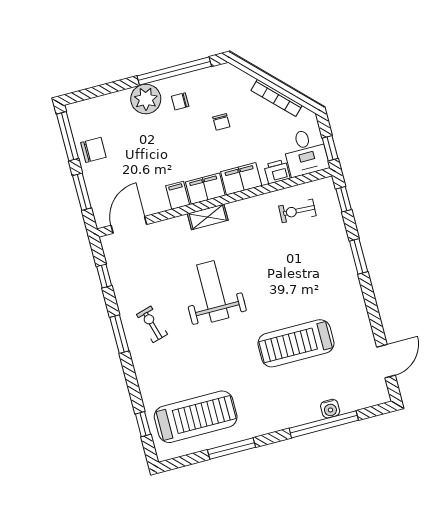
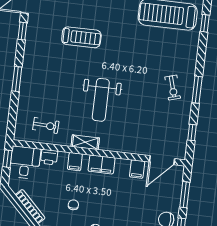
filing cabinet: (241, 179) -> (75, 162), width x0.50
filing cabinet: (178, 195) -> (137, 169), moved
window: (344, 199) -> (22, 31), moved
shelving: (208, 217) -> (85, 142), moved
weight bench: (213, 291) -> (101, 100), moved
treadmill: (296, 343) -> (81, 37), width x0.73, depth x0.73

